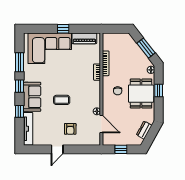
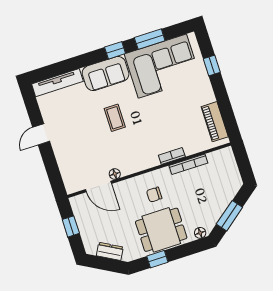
window: (63, 29) -> (212, 65), moved
corner sofa: (50, 48) -> (162, 66), moved, turned -90
window: (159, 91) -> (157, 259), moved
window: (20, 111) -> (79, 62), removed
door: (101, 124) -> (99, 187), hinge flipped
armchair: (70, 129) -> (77, 144), removed
door: (57, 149) -> (41, 134), hinge flipped

